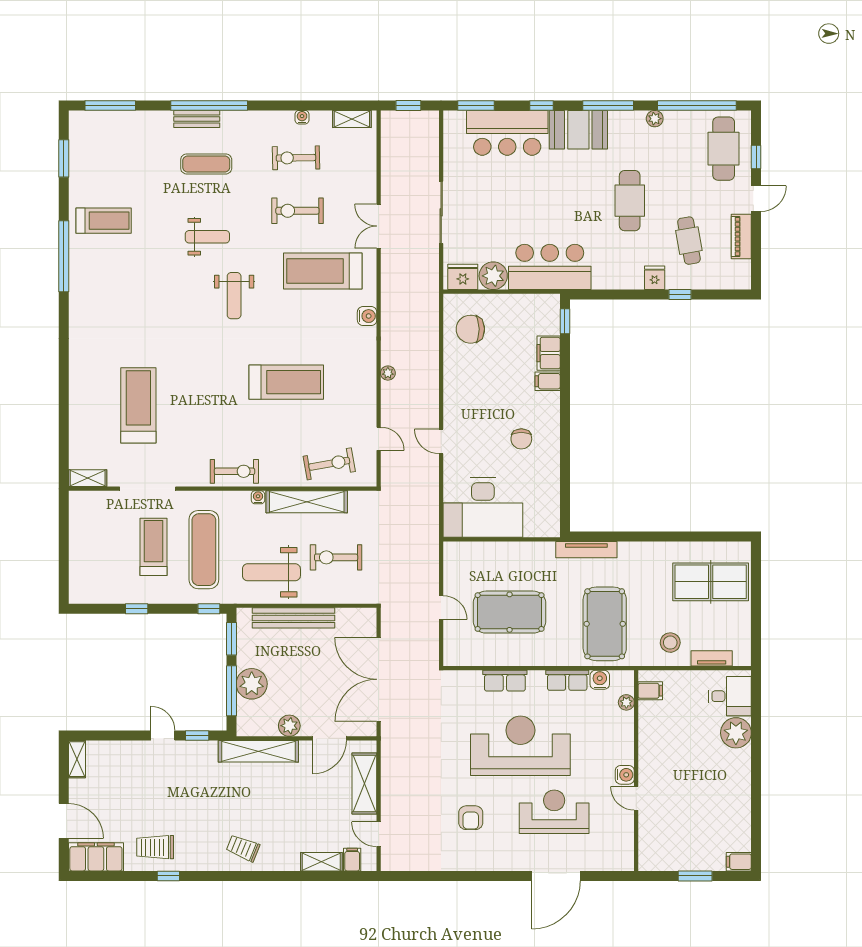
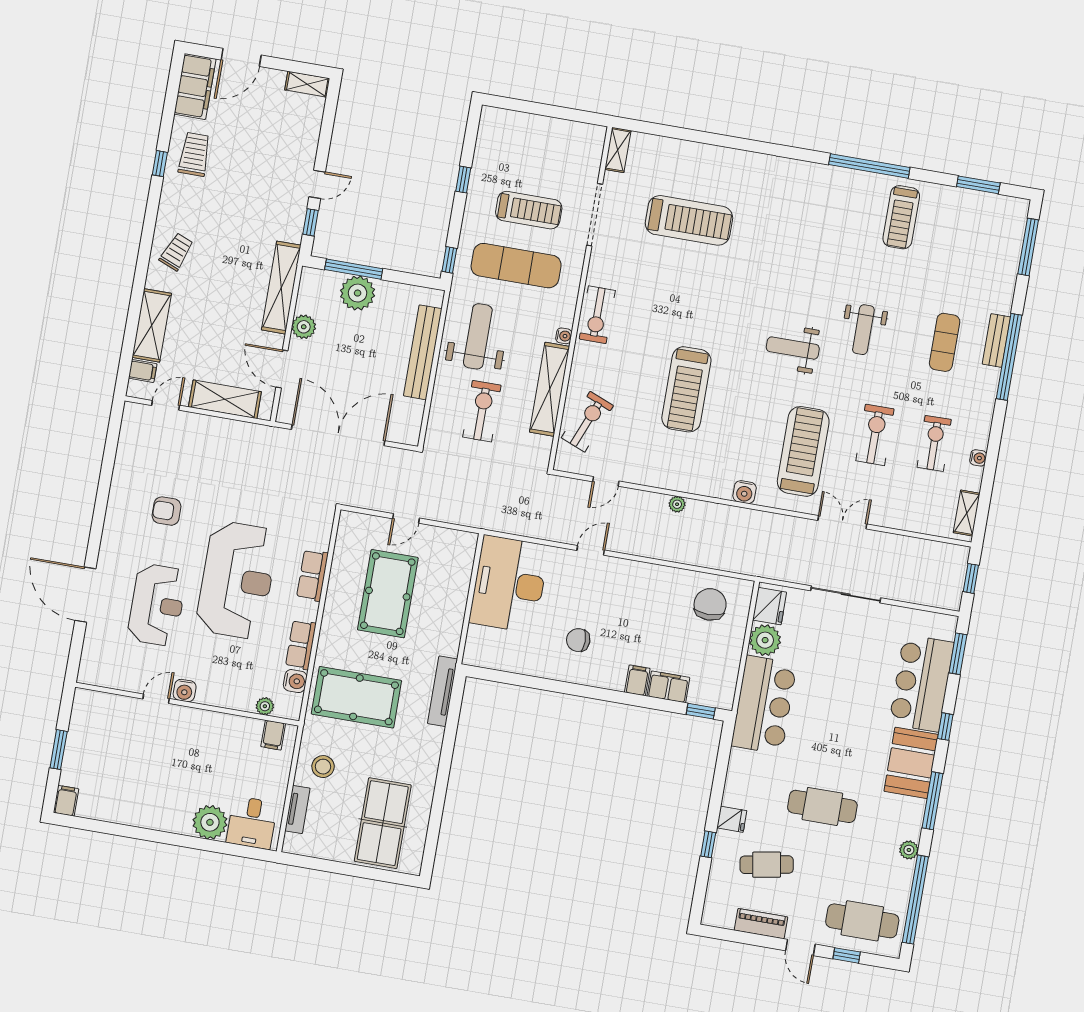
exercise bike: (329, 464) -> (587, 422), turned -148
window: (231, 639) -> (412, 279), removed
shelving: (321, 862) -> (152, 325), width x1.50, depth x1.33

